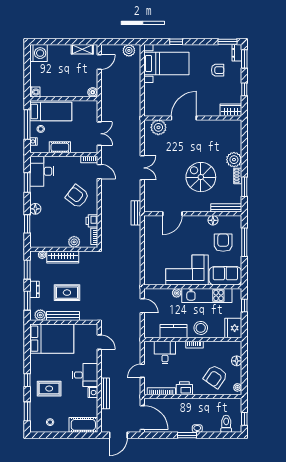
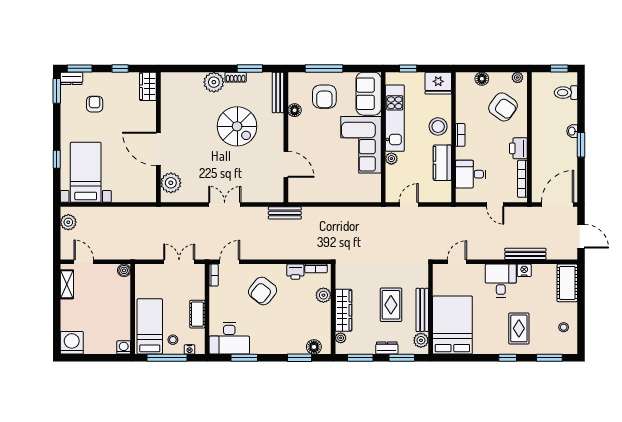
spiral stairs: (201, 177) -> (237, 126), turned -90
floor lamp: (35, 209) -> (314, 347), moved
armchair: (223, 243) -> (324, 97), turned -90

